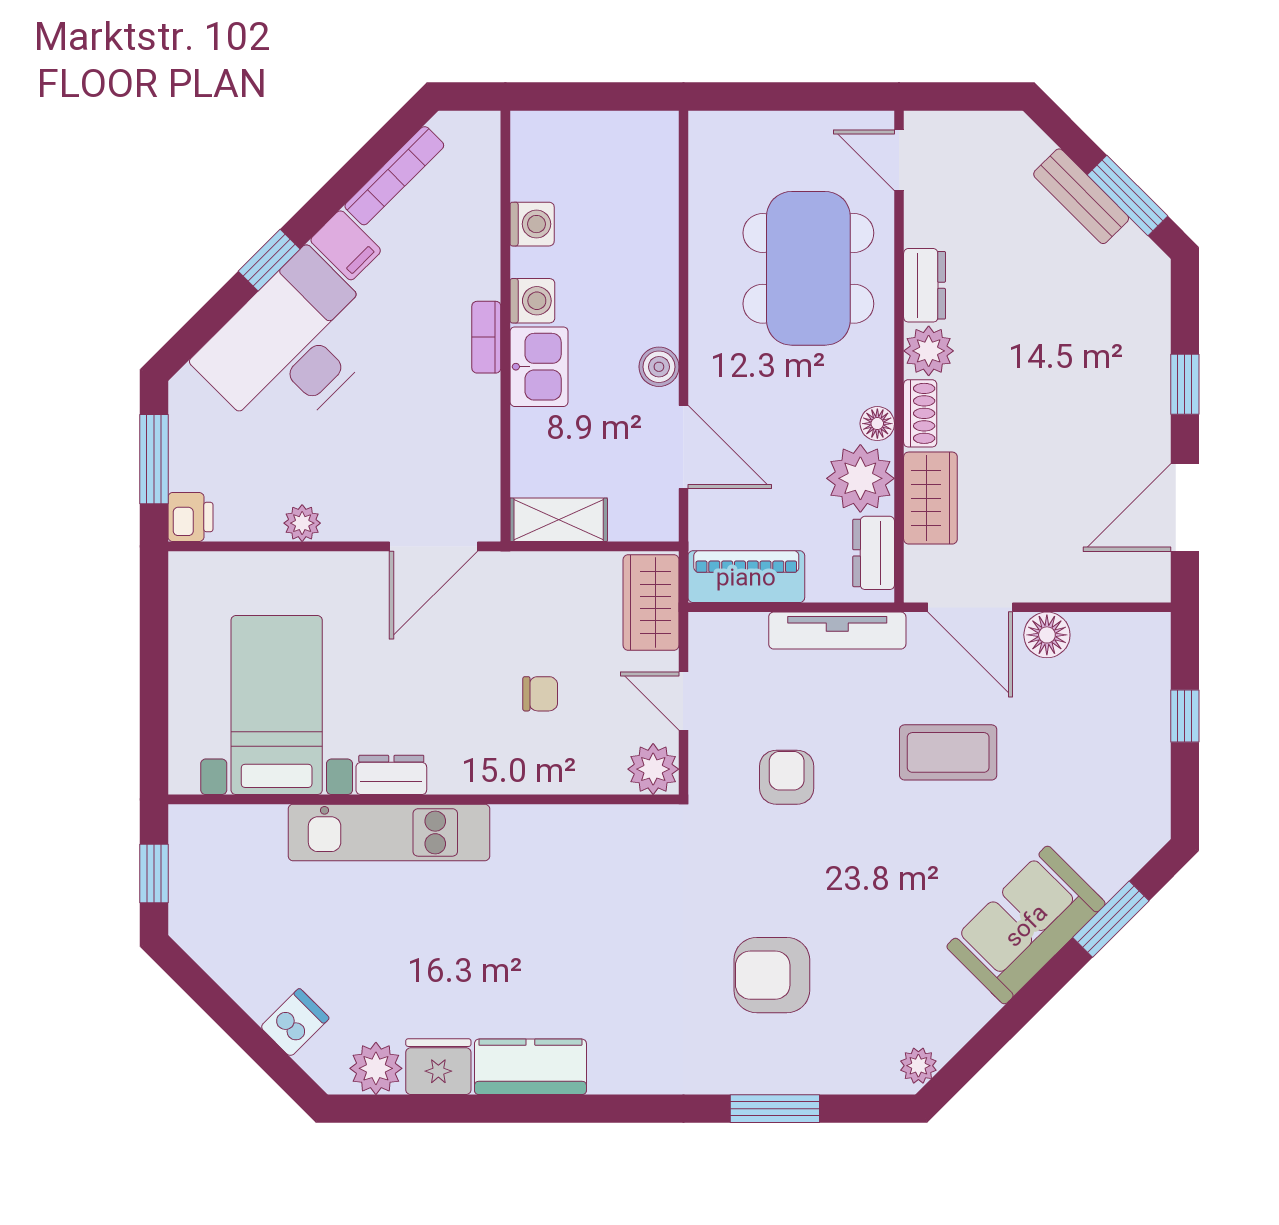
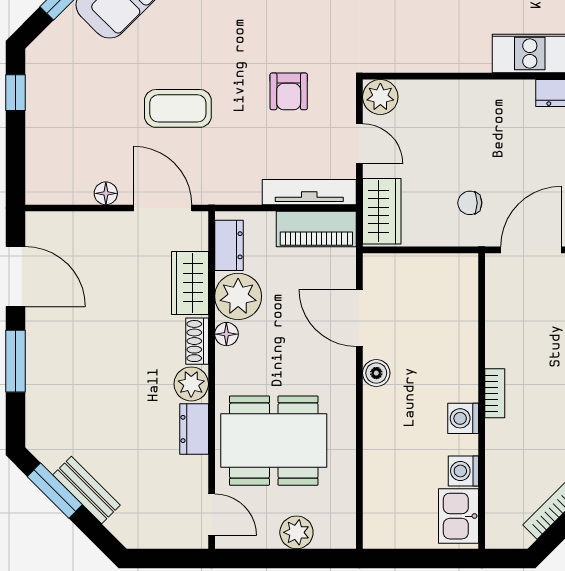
plant: (775, 135) -> (296, 532), added
dining table: (808, 268) -> (274, 441), turned 90
kitchen sink: (539, 367) -> (459, 516), moved
window: (1185, 384) -> (15, 361), width x1.50
door: (1185, 507) -> (15, 276), hinge flipped
shelving: (559, 520) -> (445, 268), removed
tv unit: (837, 631) -> (309, 192), moved
floor lamp: (1047, 635) -> (106, 193), width x0.73, depth x0.73
chair: (540, 694) -> (470, 203), moved
window: (1185, 716) -> (15, 93), moved

